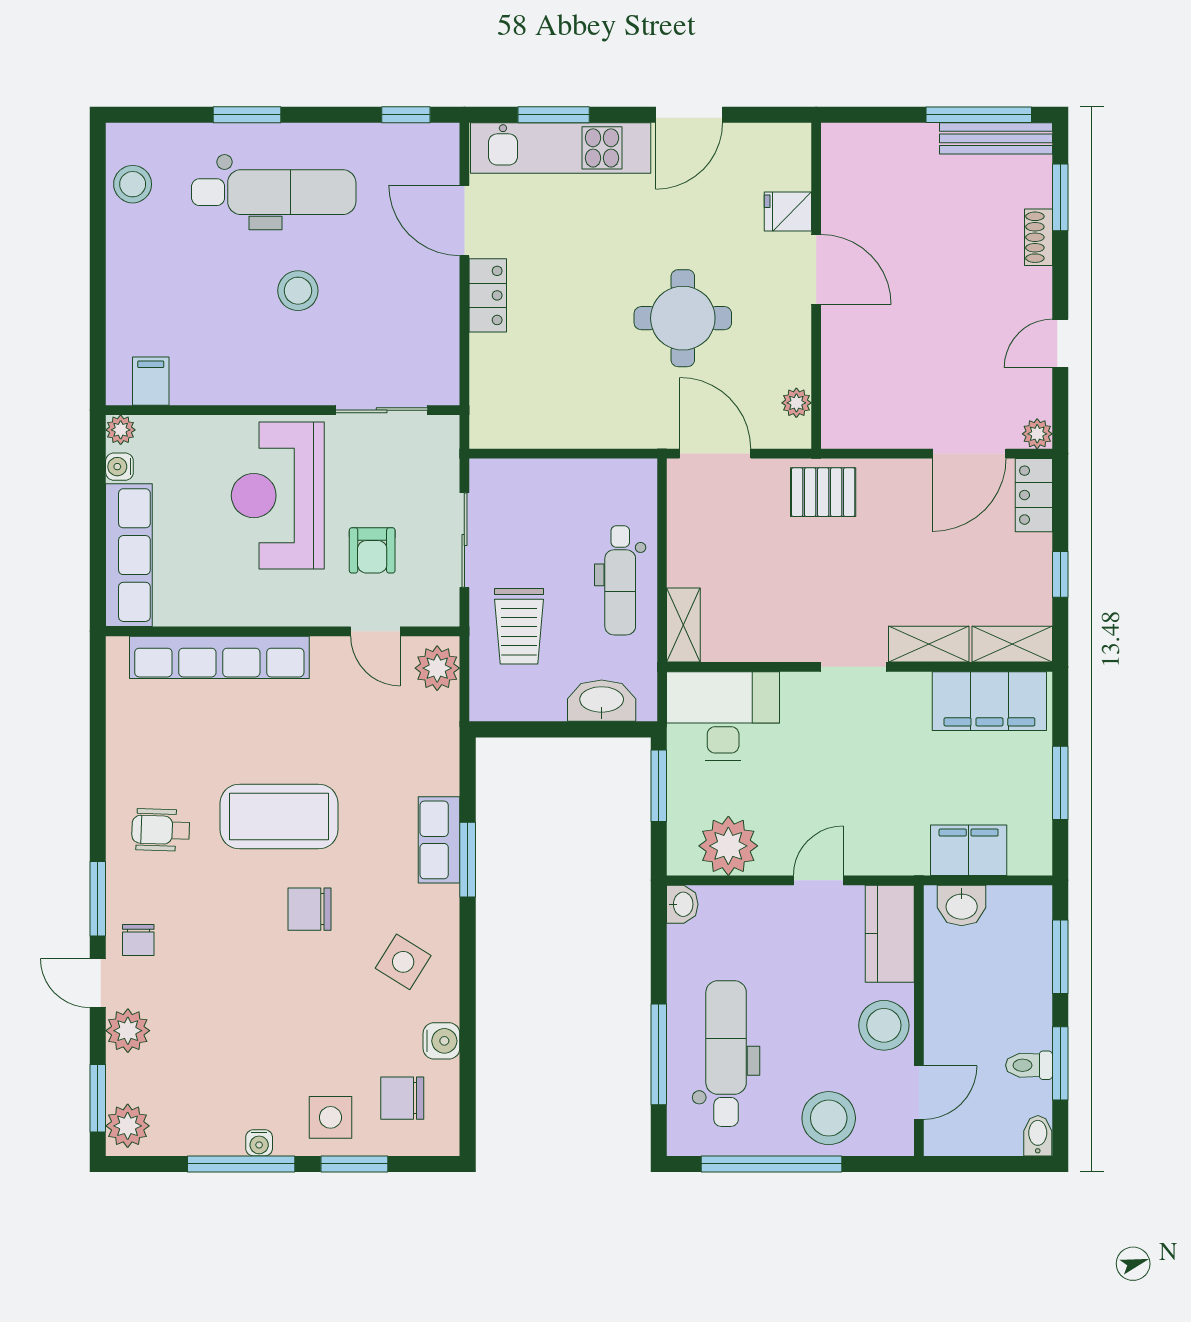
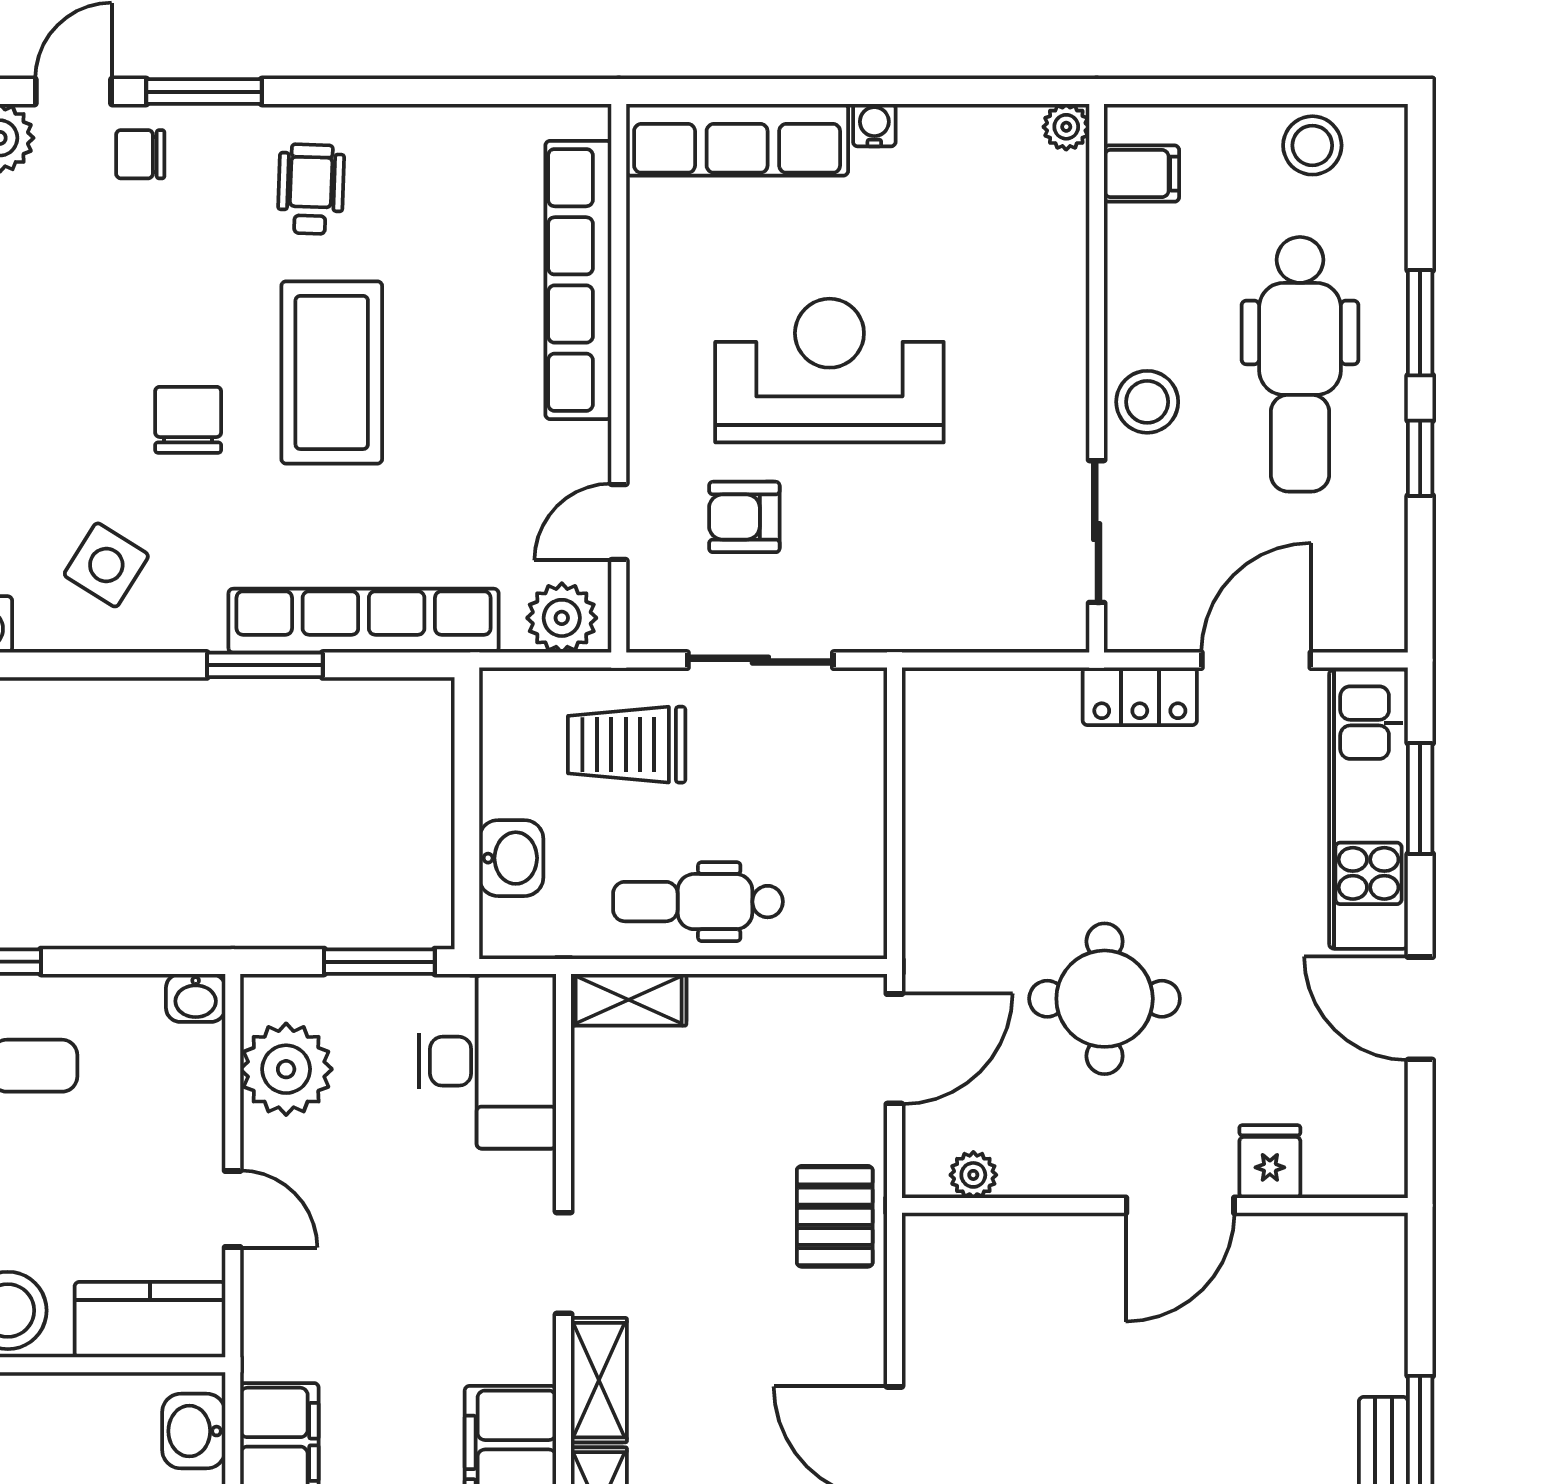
window: (406, 115) -> (1420, 458), moved
filing cabinet: (151, 381) -> (1142, 174), moved
wall: (283, 410) -> (1097, 378), moved
sliding door: (382, 410) -> (1097, 532), moved
plant: (121, 430) -> (1066, 127), moved
washbasin: (602, 701) -> (511, 858), width x0.72
row of seats: (439, 840) -> (364, 621), width x2.02

